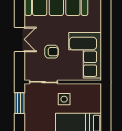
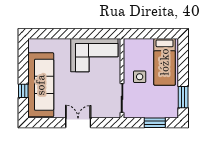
armchair: (52, 52) -> (91, 90), removed
window: (19, 103) -> (155, 123), moved

